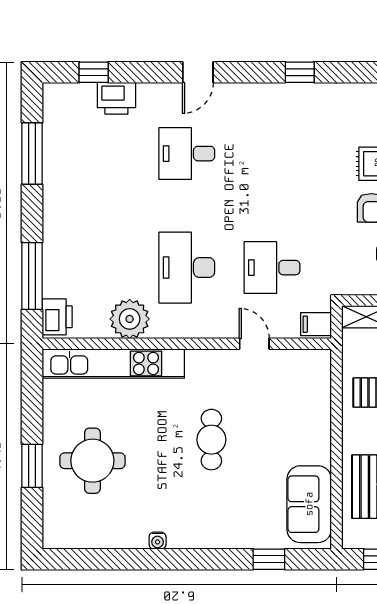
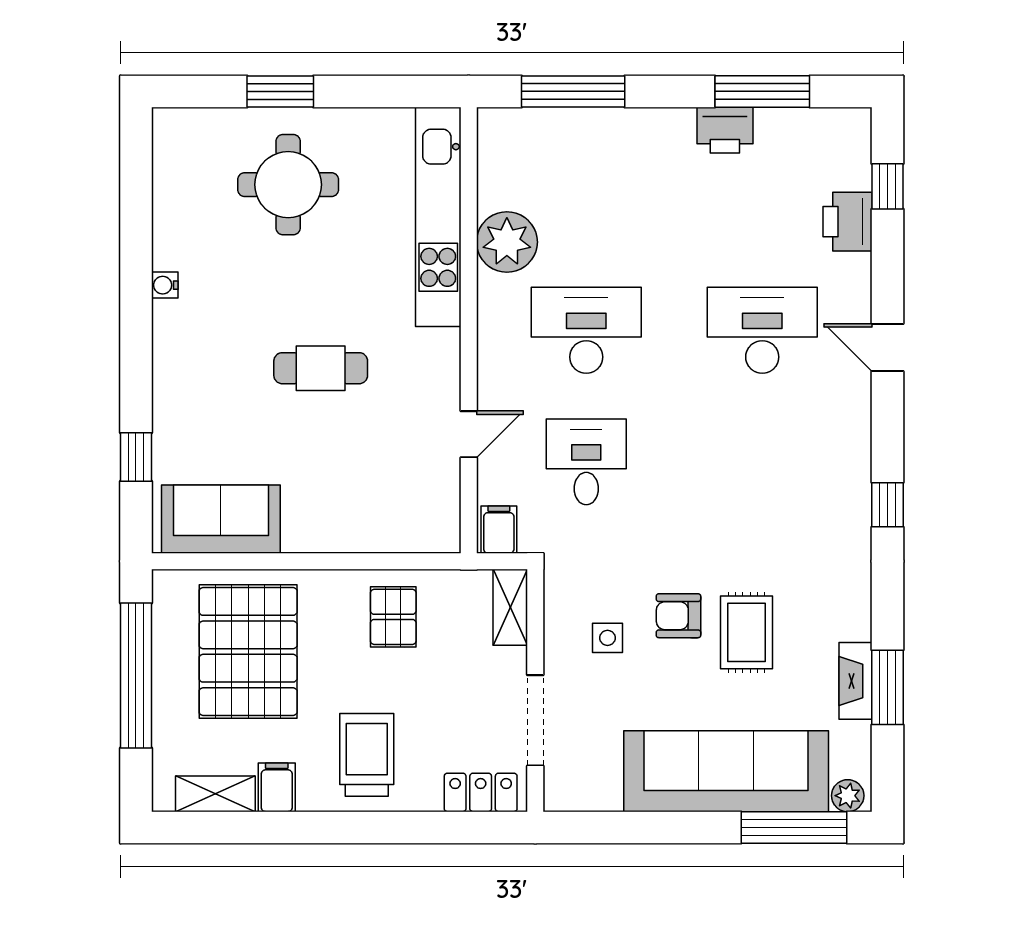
desk: (187, 154) -> (762, 330), width x1.37
printer: (57, 317) -> (725, 130), moved

